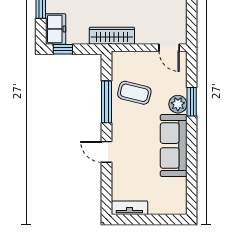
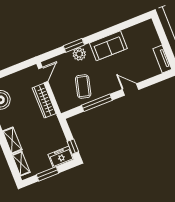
wardrobe: (112, 36) -> (44, 101), moved
sofa: (174, 146) -> (108, 46), width x0.73
door: (107, 152) -> (131, 89), swing flipped

